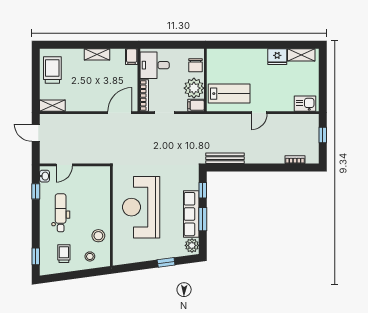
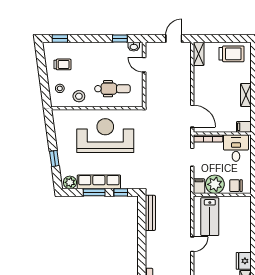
door: (259, 113) -> (192, 244), swing flipped
dental chair: (61, 213) -> (112, 89), moved

